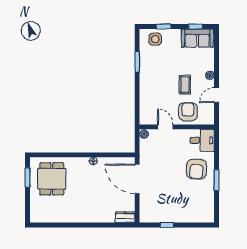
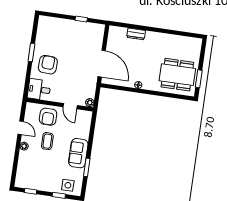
sofa: (197, 38) -> (78, 153), moved, turned -90
door: (217, 95) -> (21, 128), hinge flipped
dining table: (52, 179) -> (177, 75), width x1.38
dresser: (125, 217) -> (136, 34), moved

